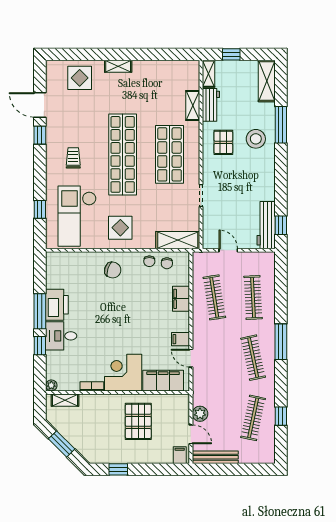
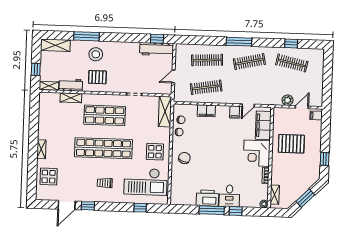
bench: (215, 457) -> (318, 91), removed

